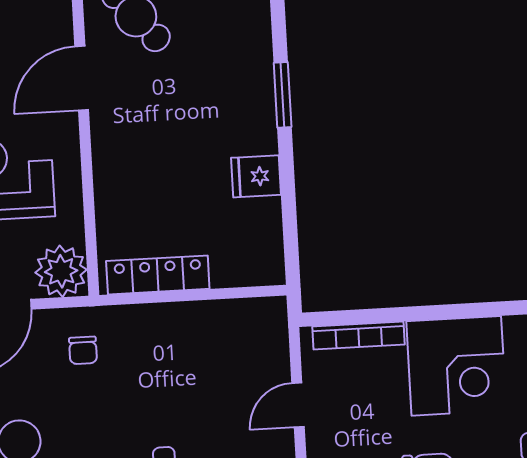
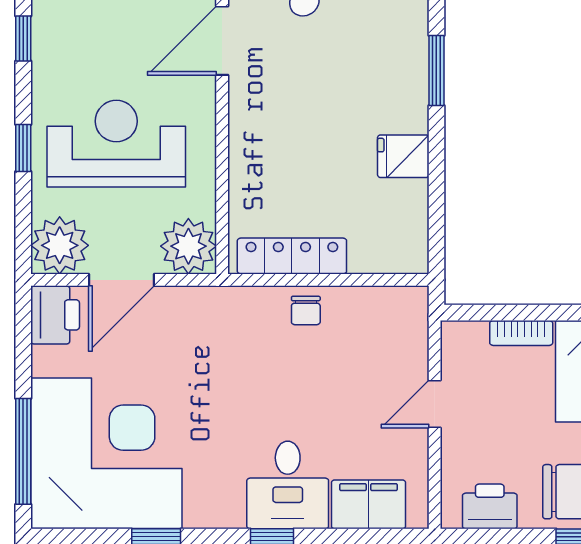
bookcase: (359, 335) -> (521, 333), width x0.64
chair: (83, 350) -> (306, 310), moved

